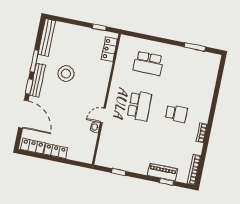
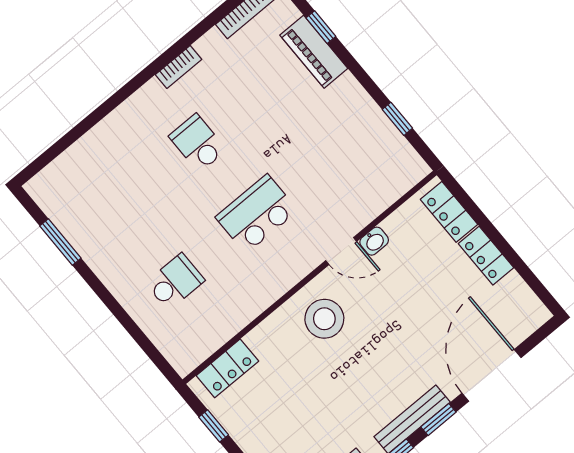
school desk: (148, 63) -> (175, 282), width x0.54
stool: (66, 74) -> (324, 319), moved
locker: (33, 146) -> (449, 212), moved

